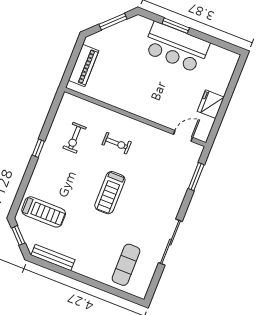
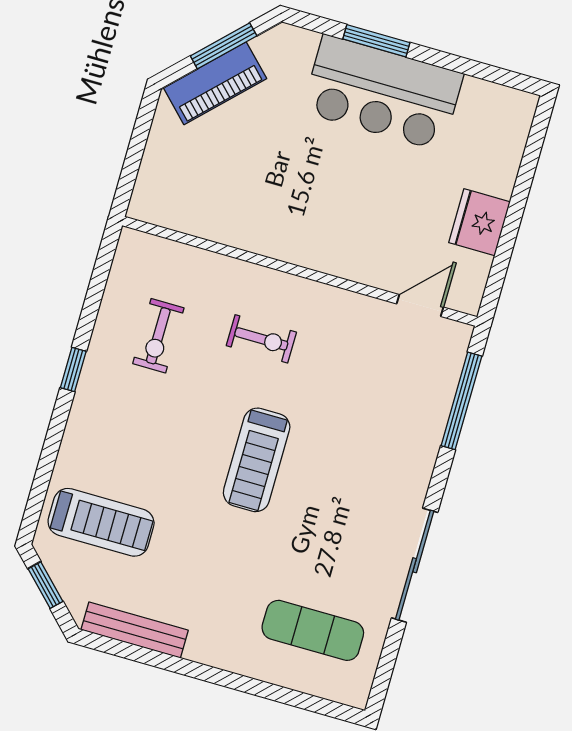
piano: (84, 65) -> (215, 83), moved, turned 45
window: (196, 177) -> (461, 401), width x1.44
exercise mat: (126, 265) -> (313, 630), turned 90

